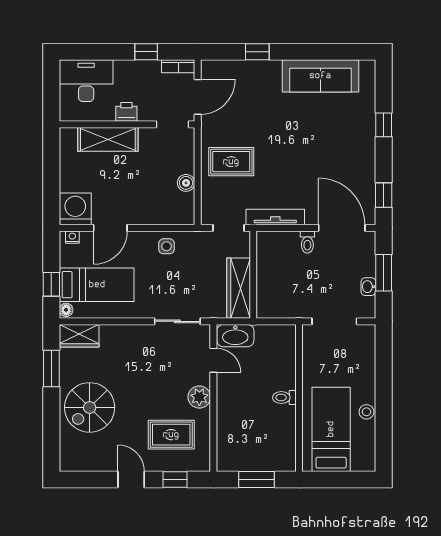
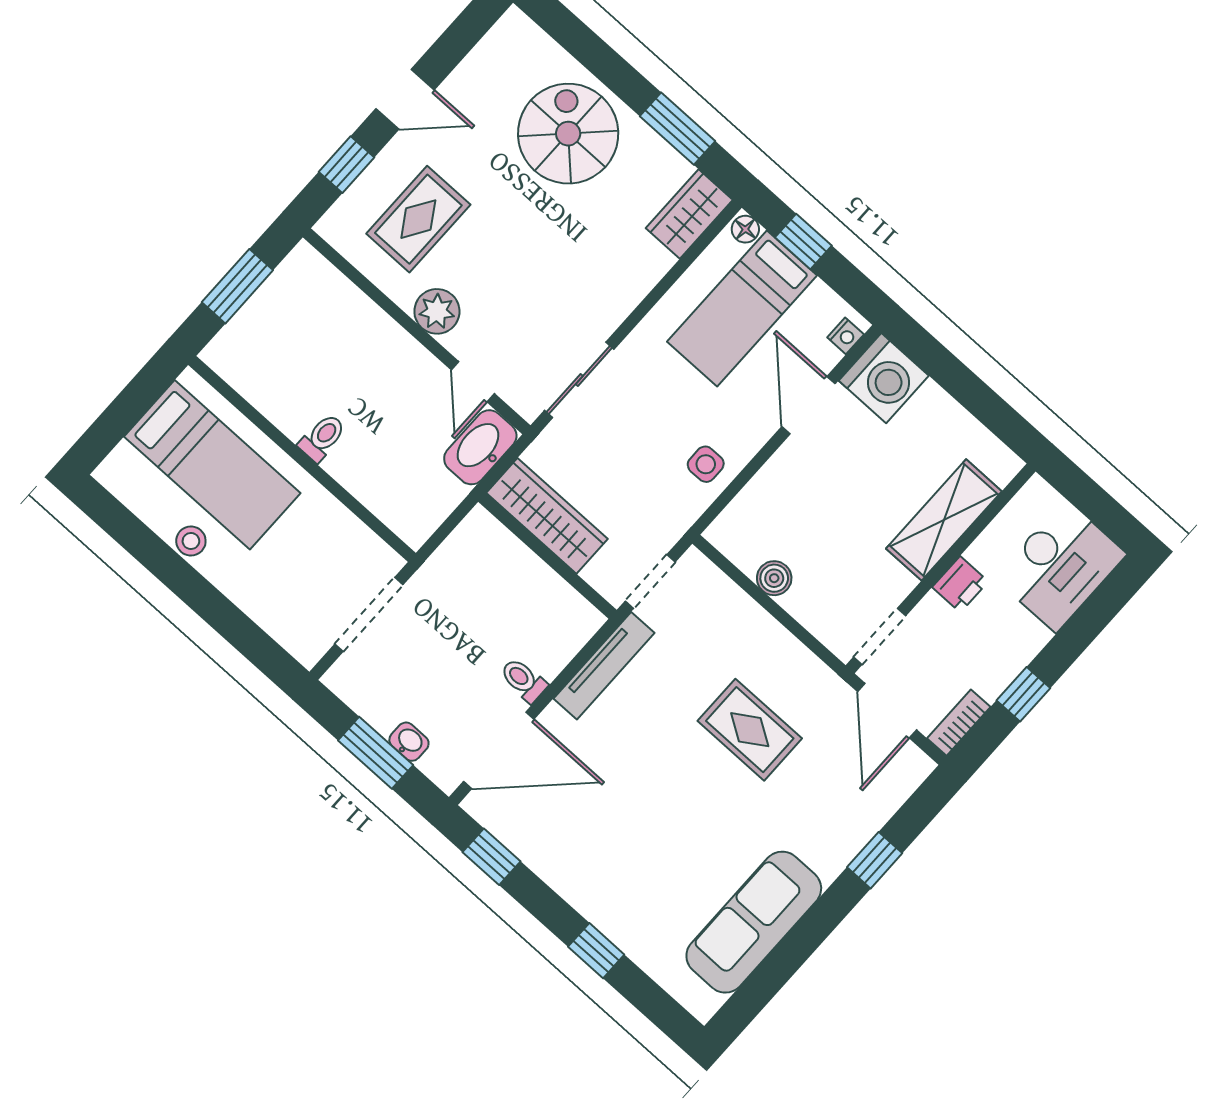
rug: (231, 162) -> (750, 730), moved, turned 90
washbasin: (368, 287) -> (409, 742), moved
door: (213, 360) -> (473, 382), hinge flipped

